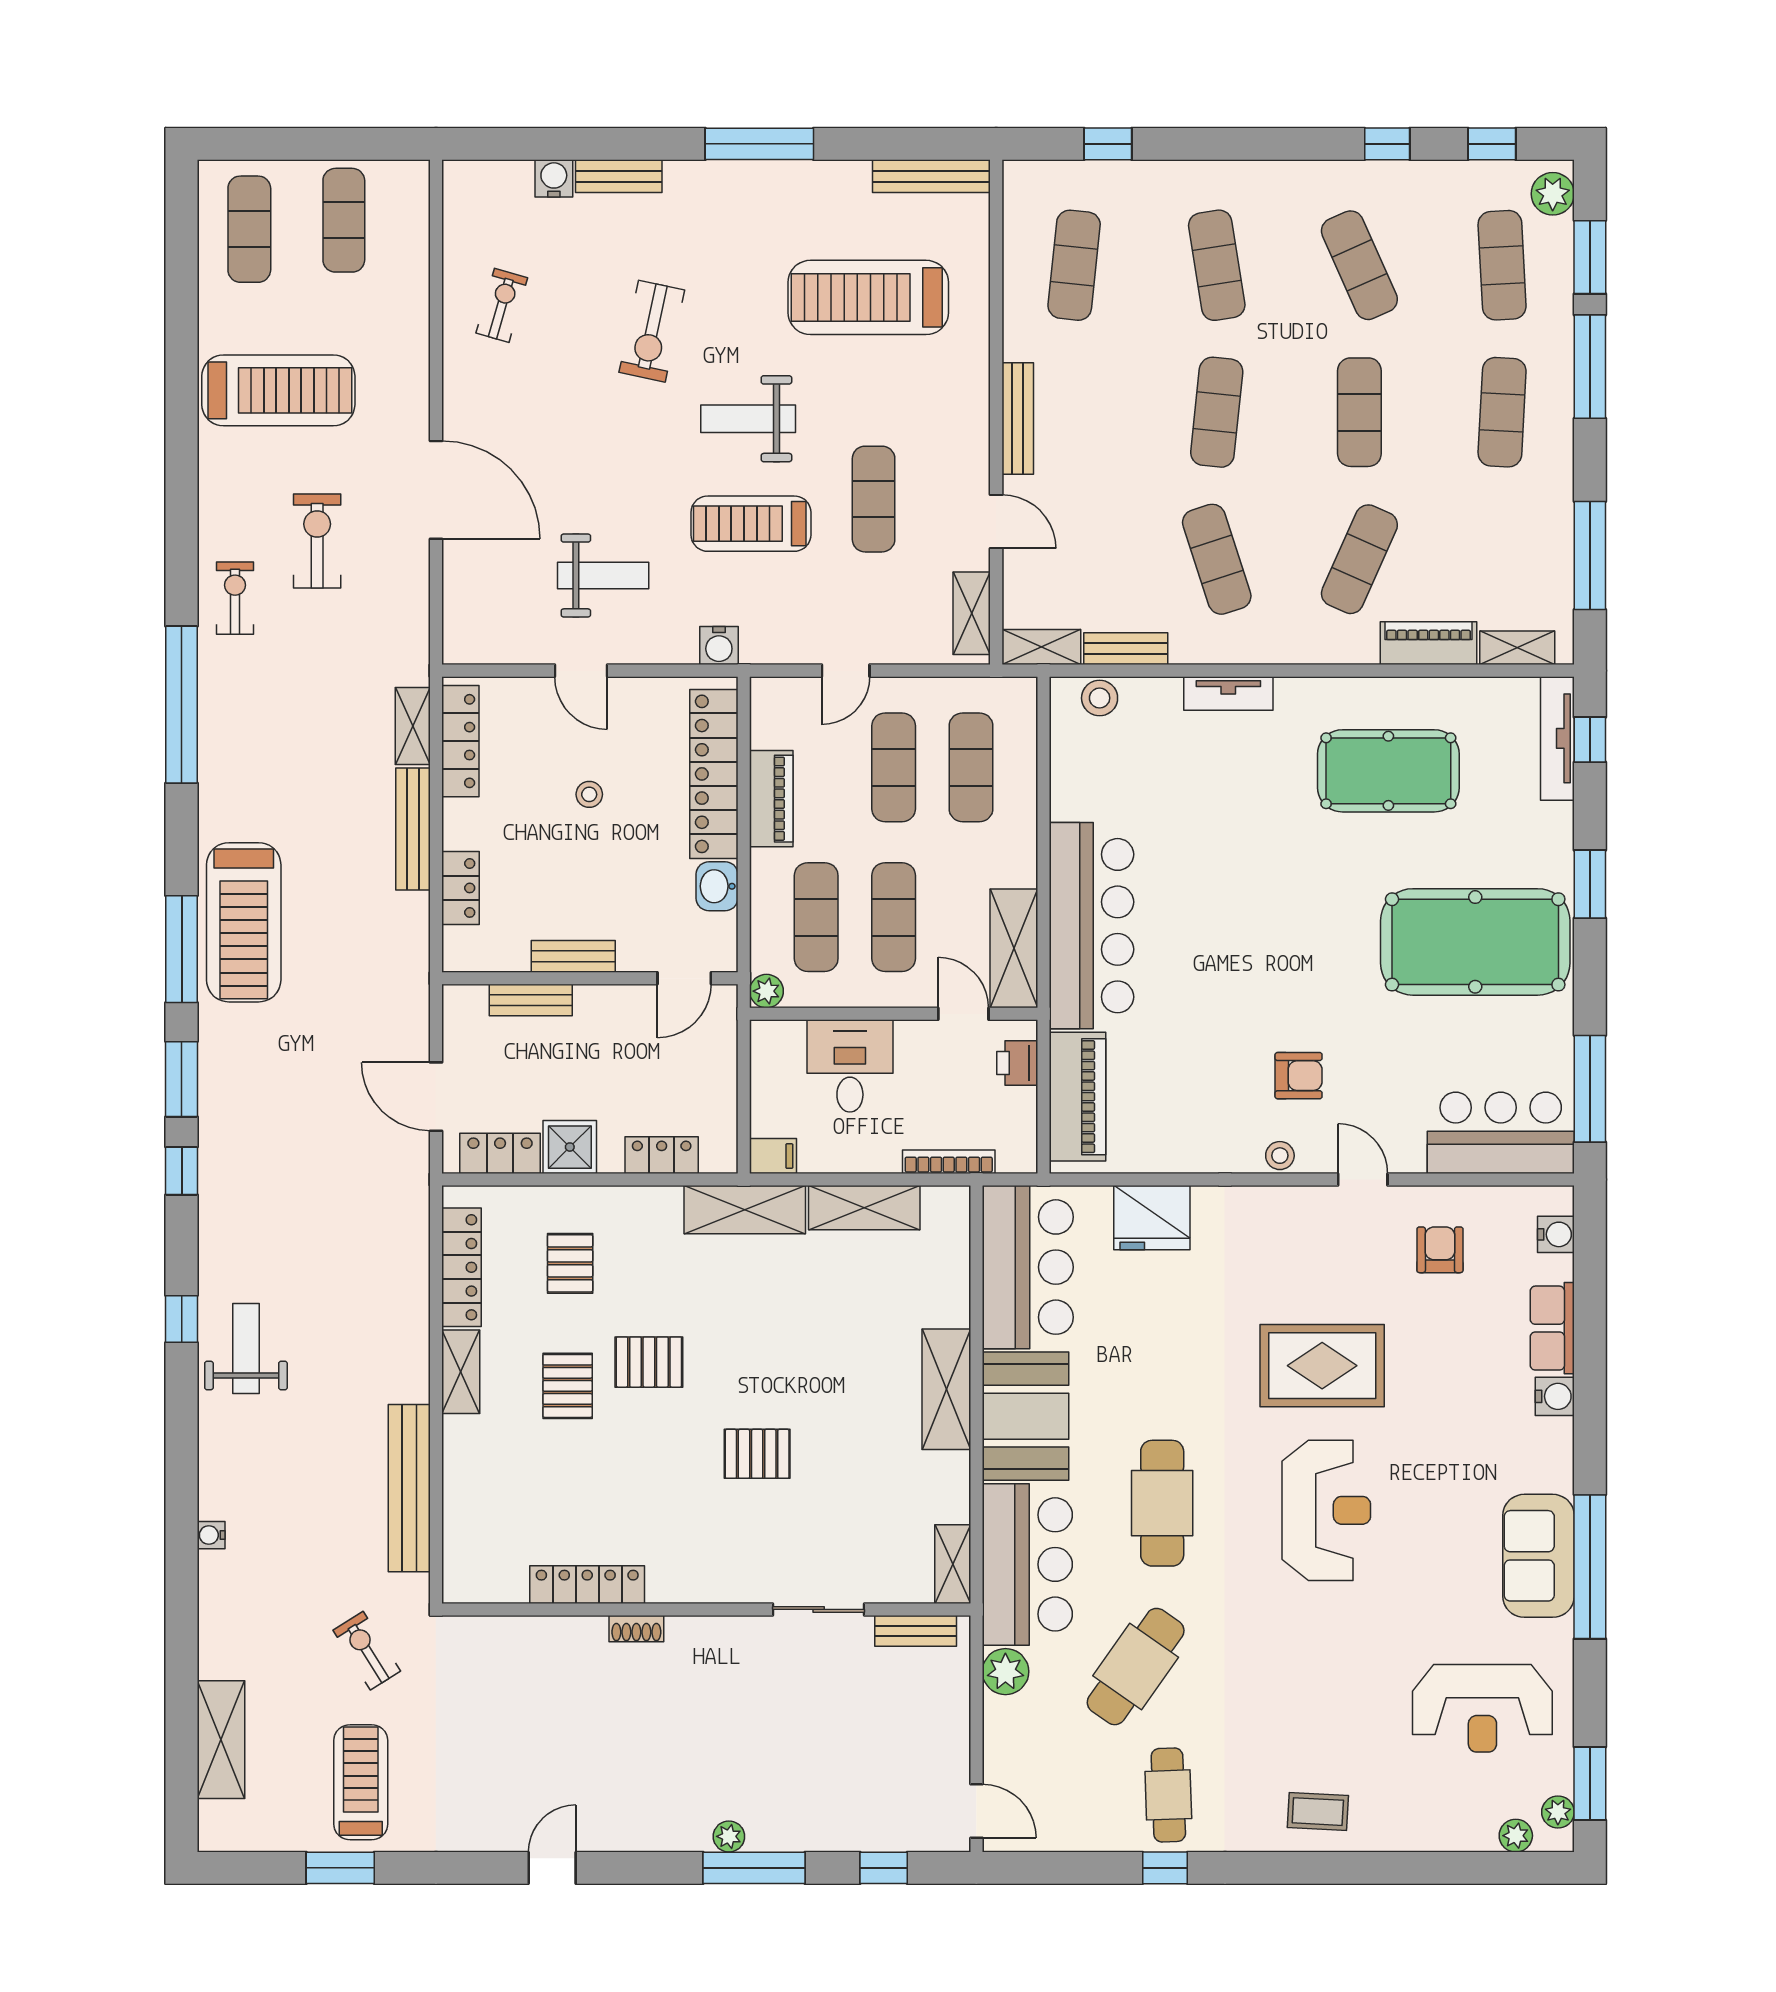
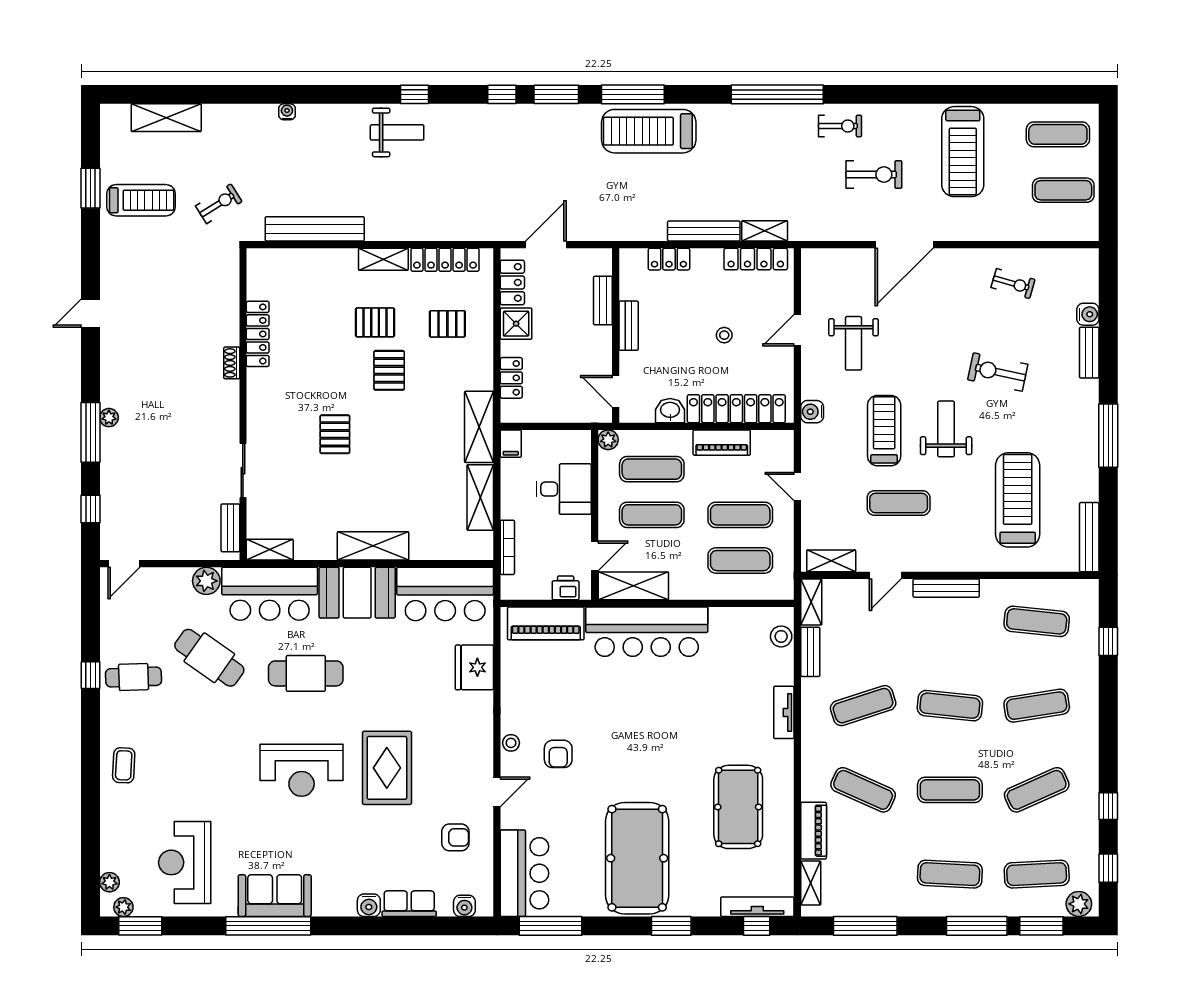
door: (552, 1868) -> (90, 313), swing flipped

